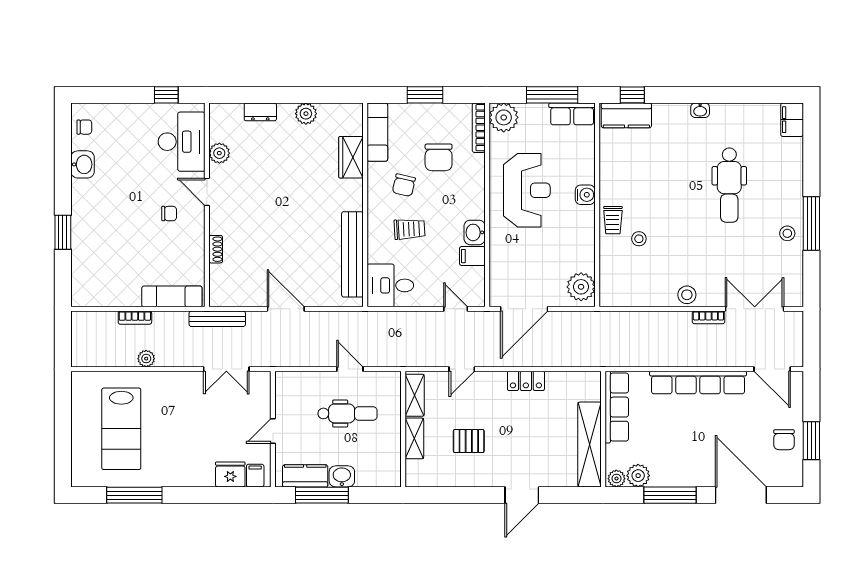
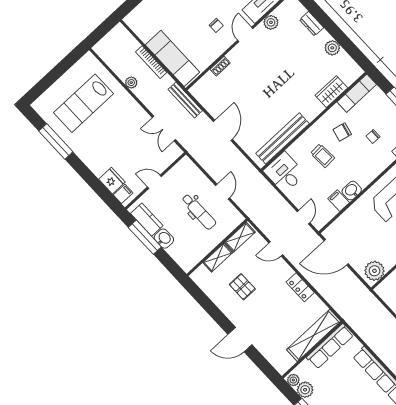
chair: (439, 157) -> (373, 136), width x0.54, depth x0.54
exam couch: (172, 296) -> (172, 58), width x1.36, depth x1.45
bookcase: (135, 318) -> (151, 62), width x1.56
shelving: (590, 445) -> (314, 335), moved

